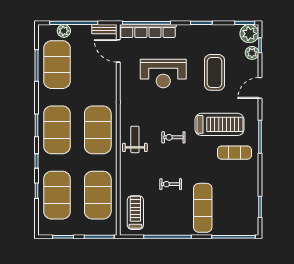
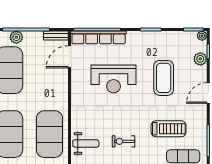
plant: (249, 34) -> (202, 36), width x0.53, depth x0.53
door: (118, 51) -> (70, 57), hinge flipped
treadmill: (220, 124) -> (169, 129), width x0.73, depth x0.73
weight bench: (135, 139) -> (86, 143), turned 90

